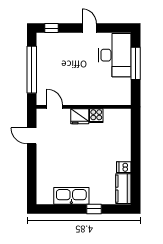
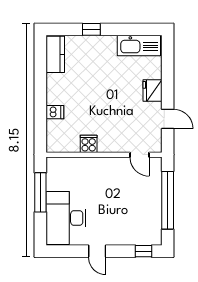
window: (136, 63) -> (40, 192), moved
fridge: (80, 116) -> (153, 91), moved, turned -90
dishwasher: (124, 167) -> (55, 112), moved
kitchen sink: (71, 196) -> (139, 46), moved

